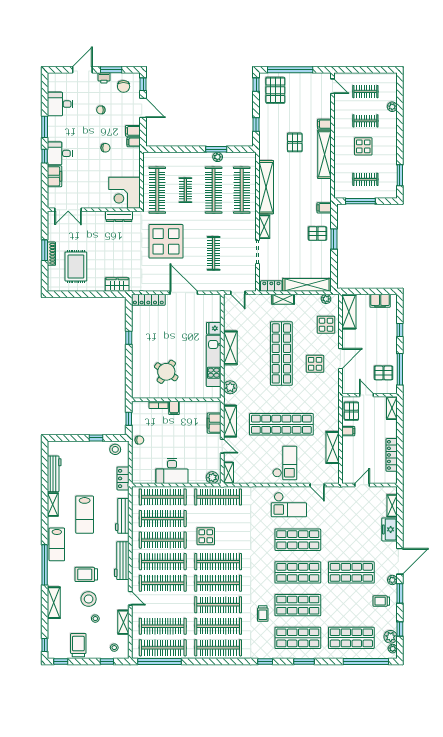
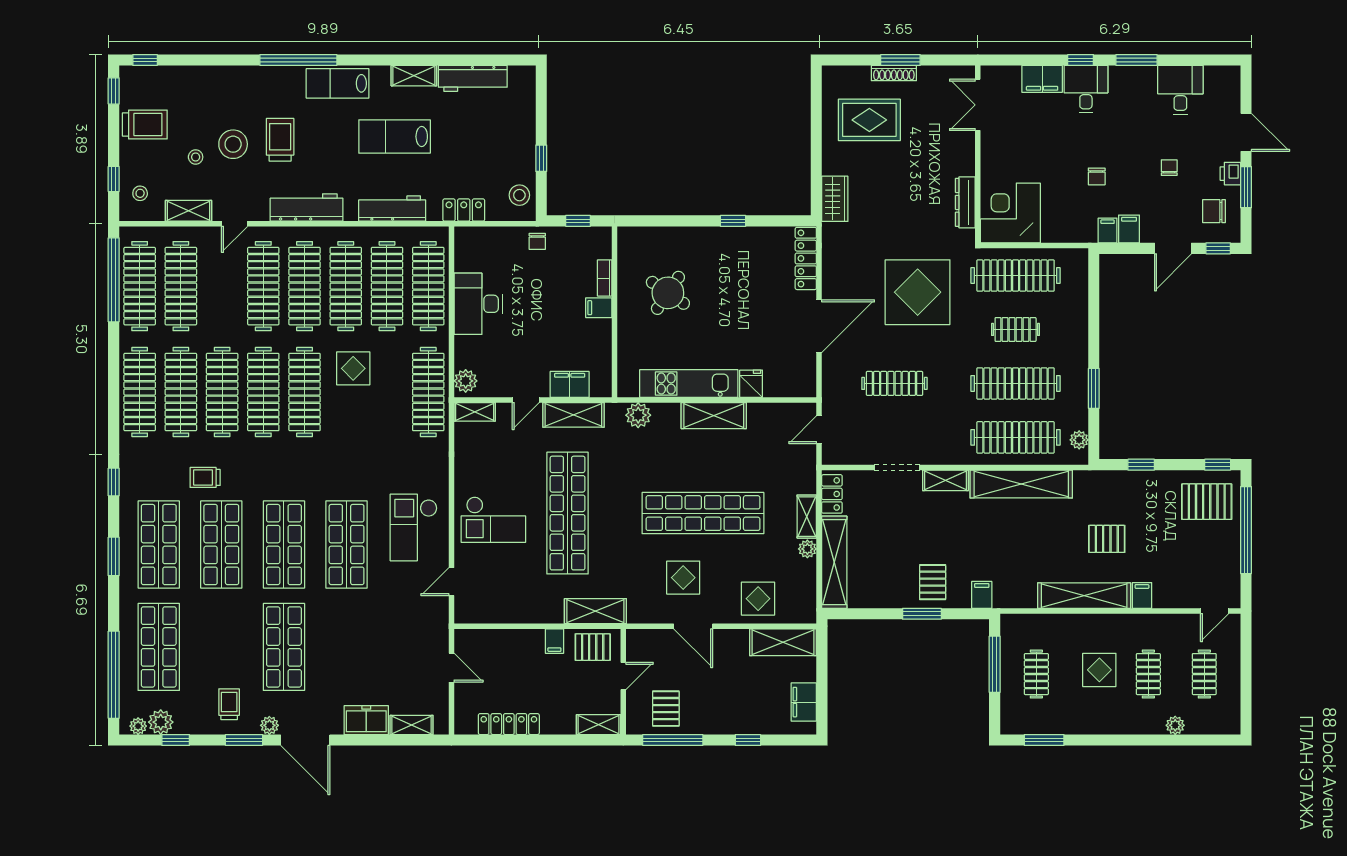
plant: (218, 157) -> (1079, 440), moved
plant: (326, 299) -> (807, 549), moved
shelving: (333, 448) -> (595, 611), moved
shelving: (54, 603) -> (226, 78), removed

